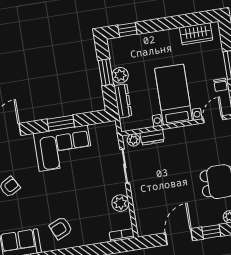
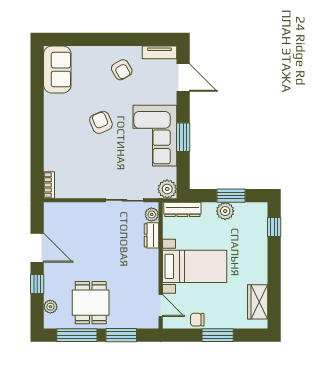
dresser: (123, 101) -> (182, 209), moved
plant: (120, 203) -> (167, 189), moved
armchair: (61, 228) -> (101, 122), moved

